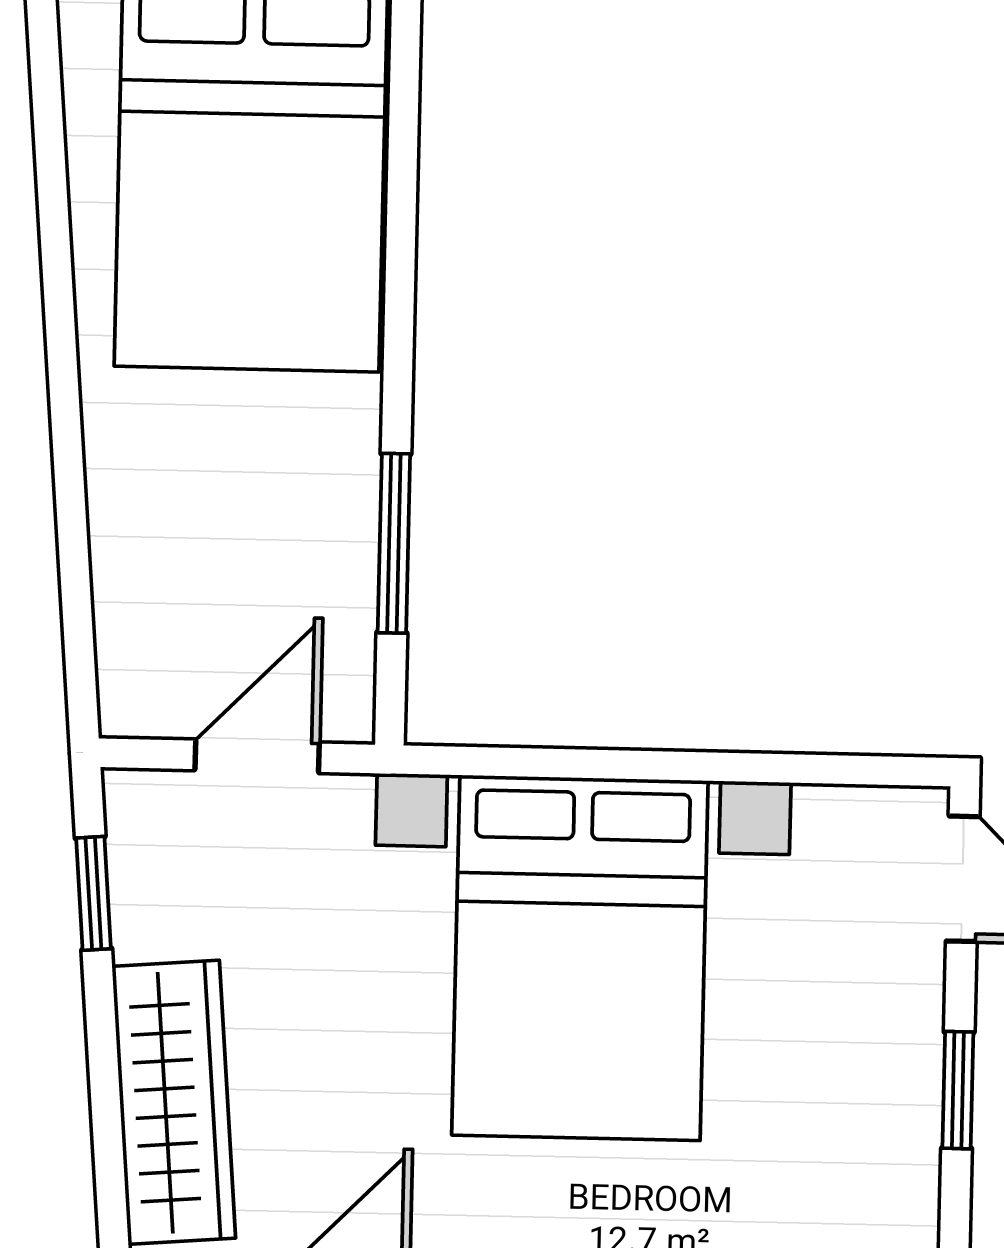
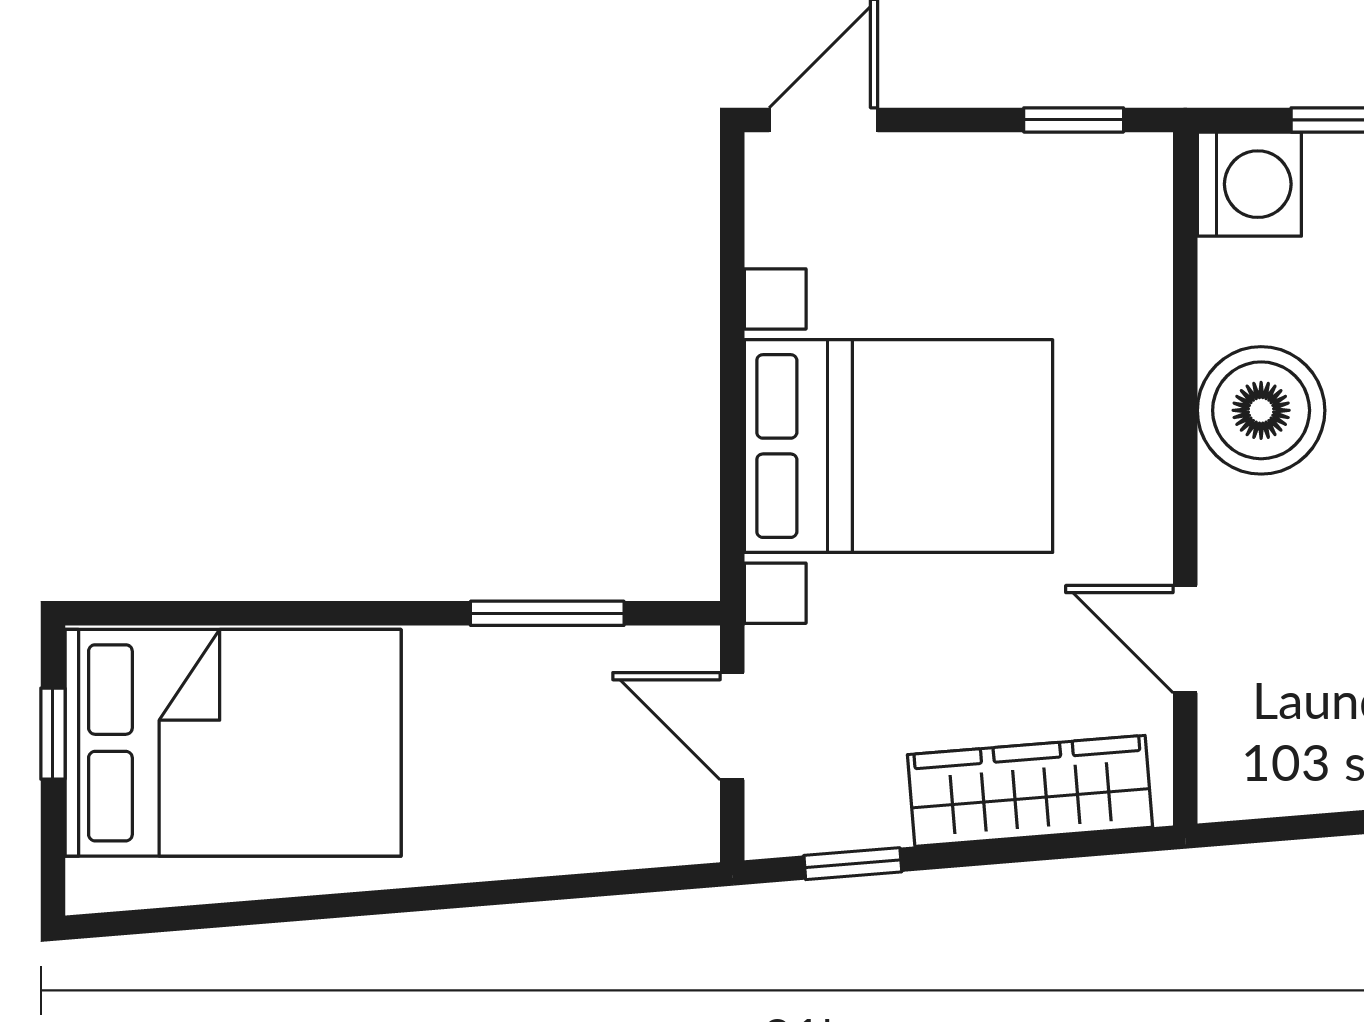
window: (958, 1090) -> (1074, 120), moved

